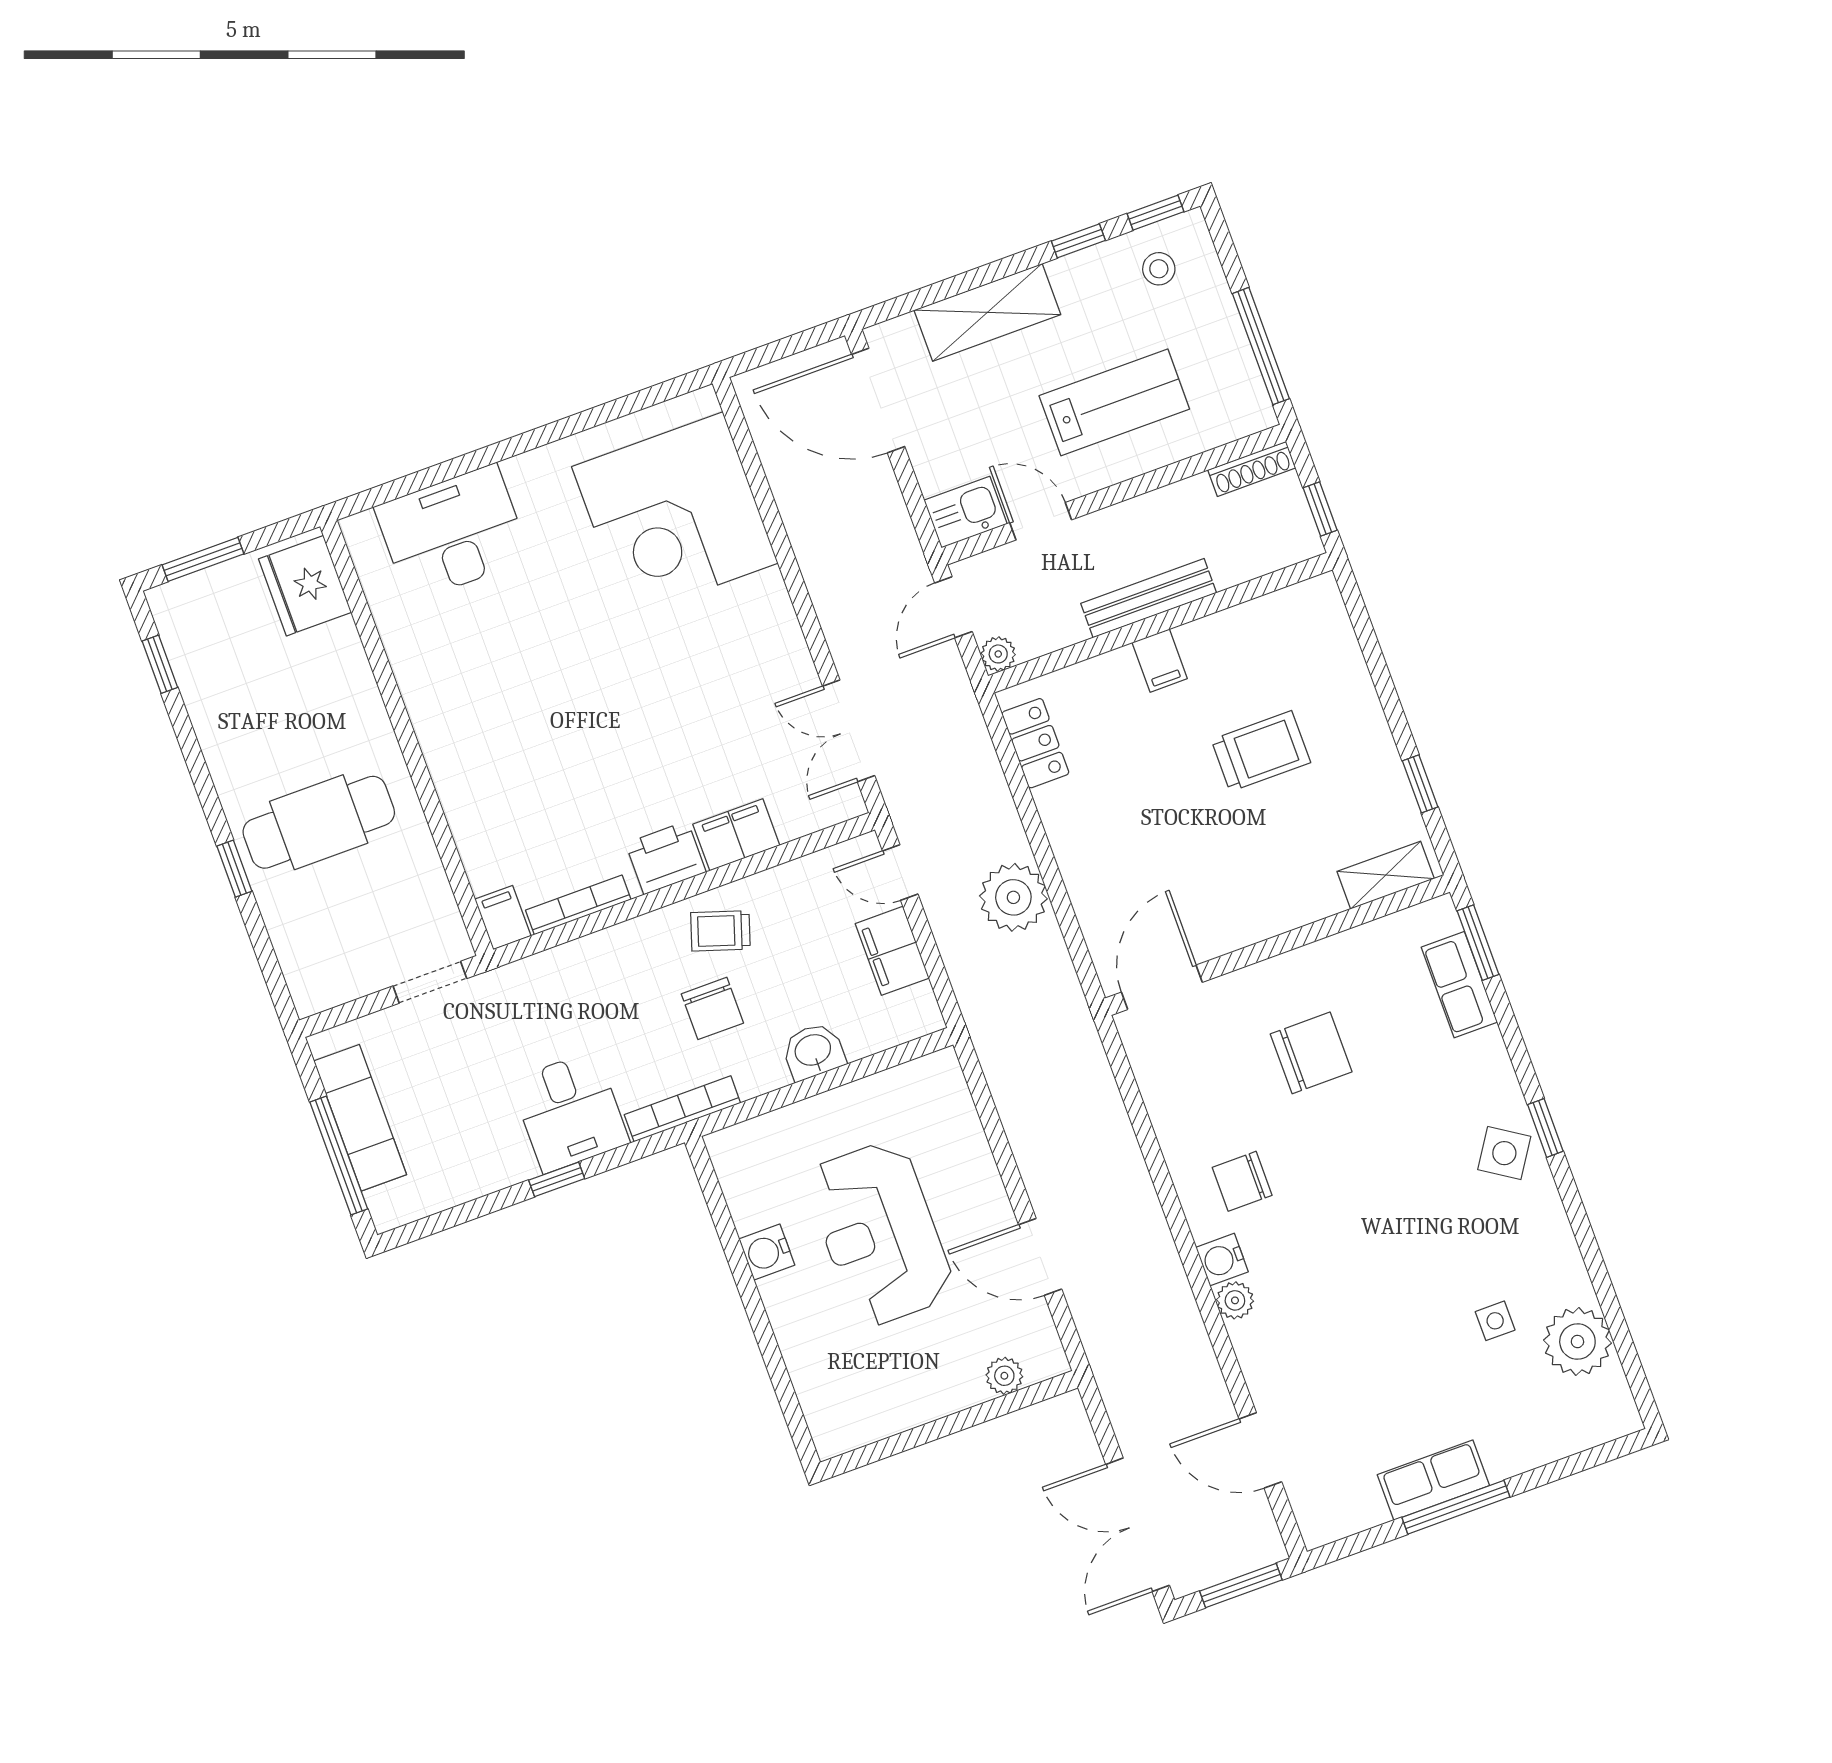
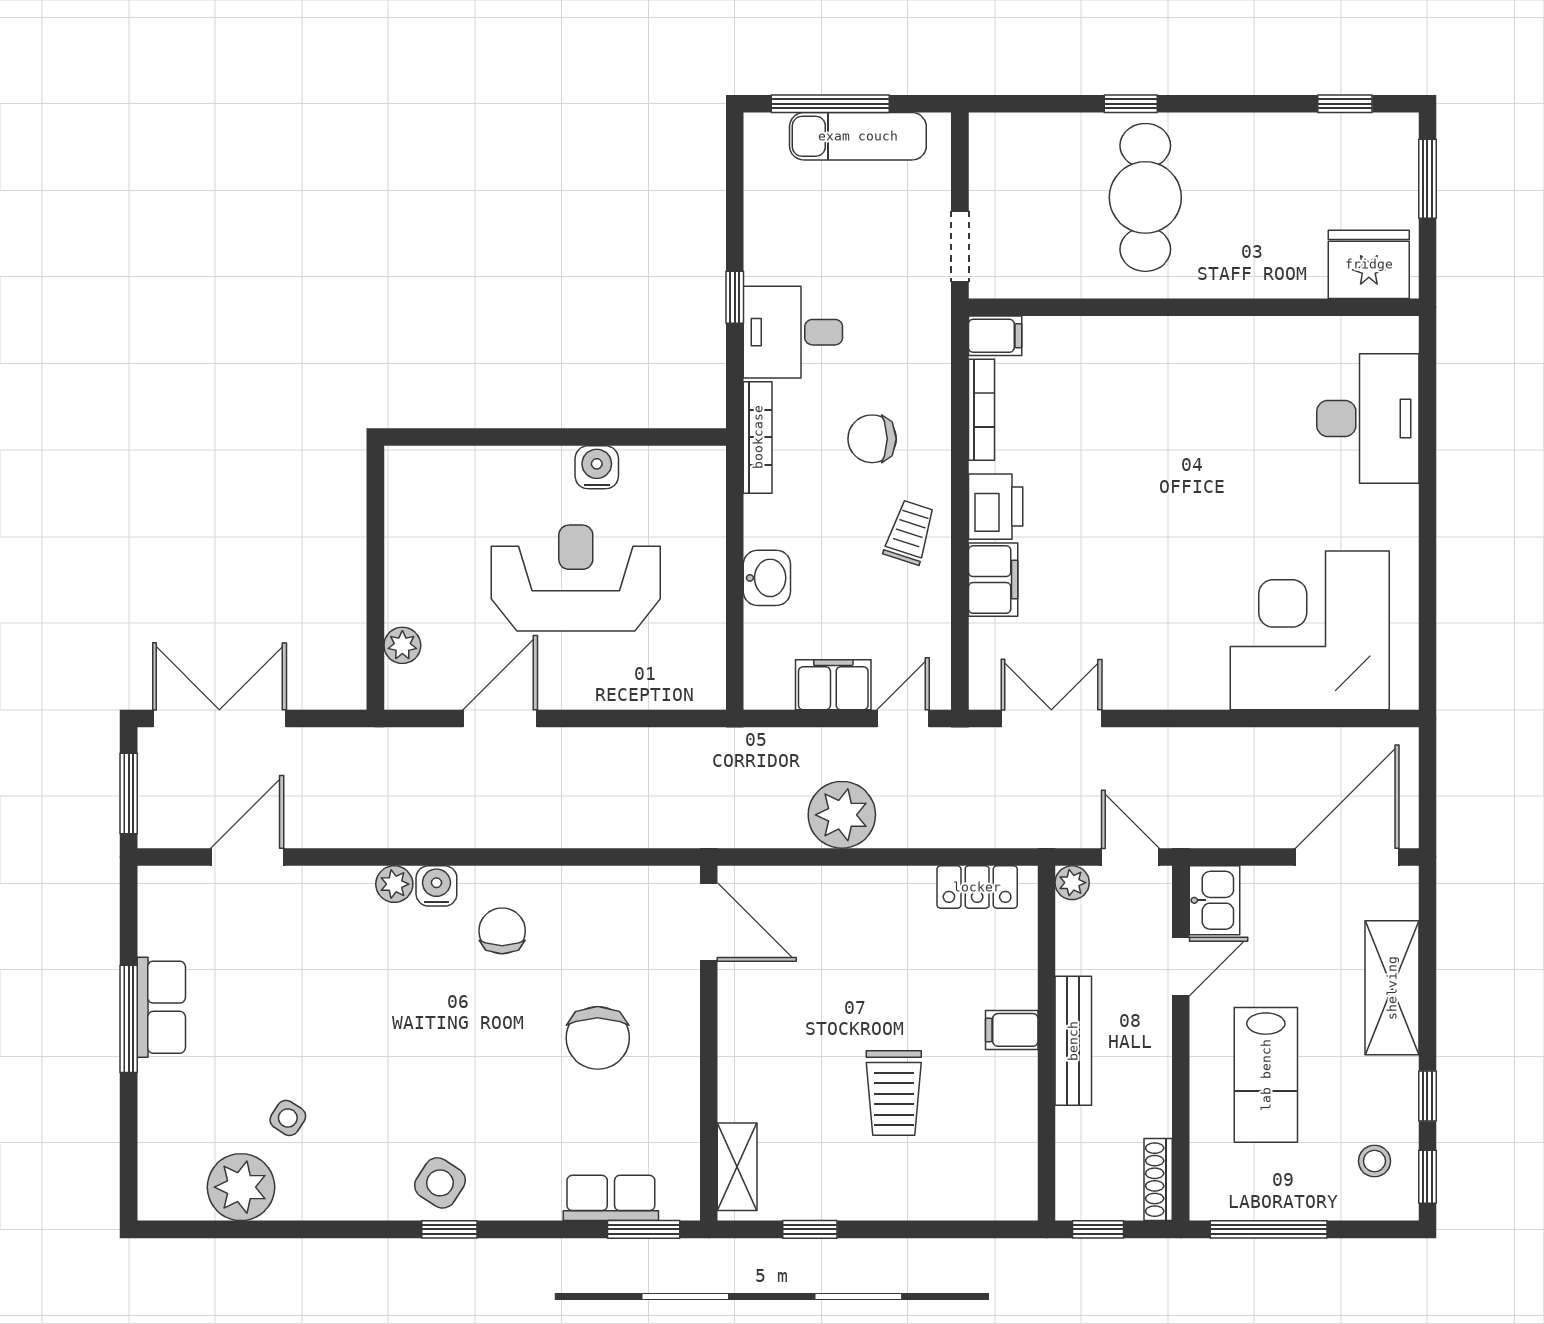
chair: (712, 1008) -> (872, 439), moved
side table: (1495, 1321) -> (288, 1118), turned 33

